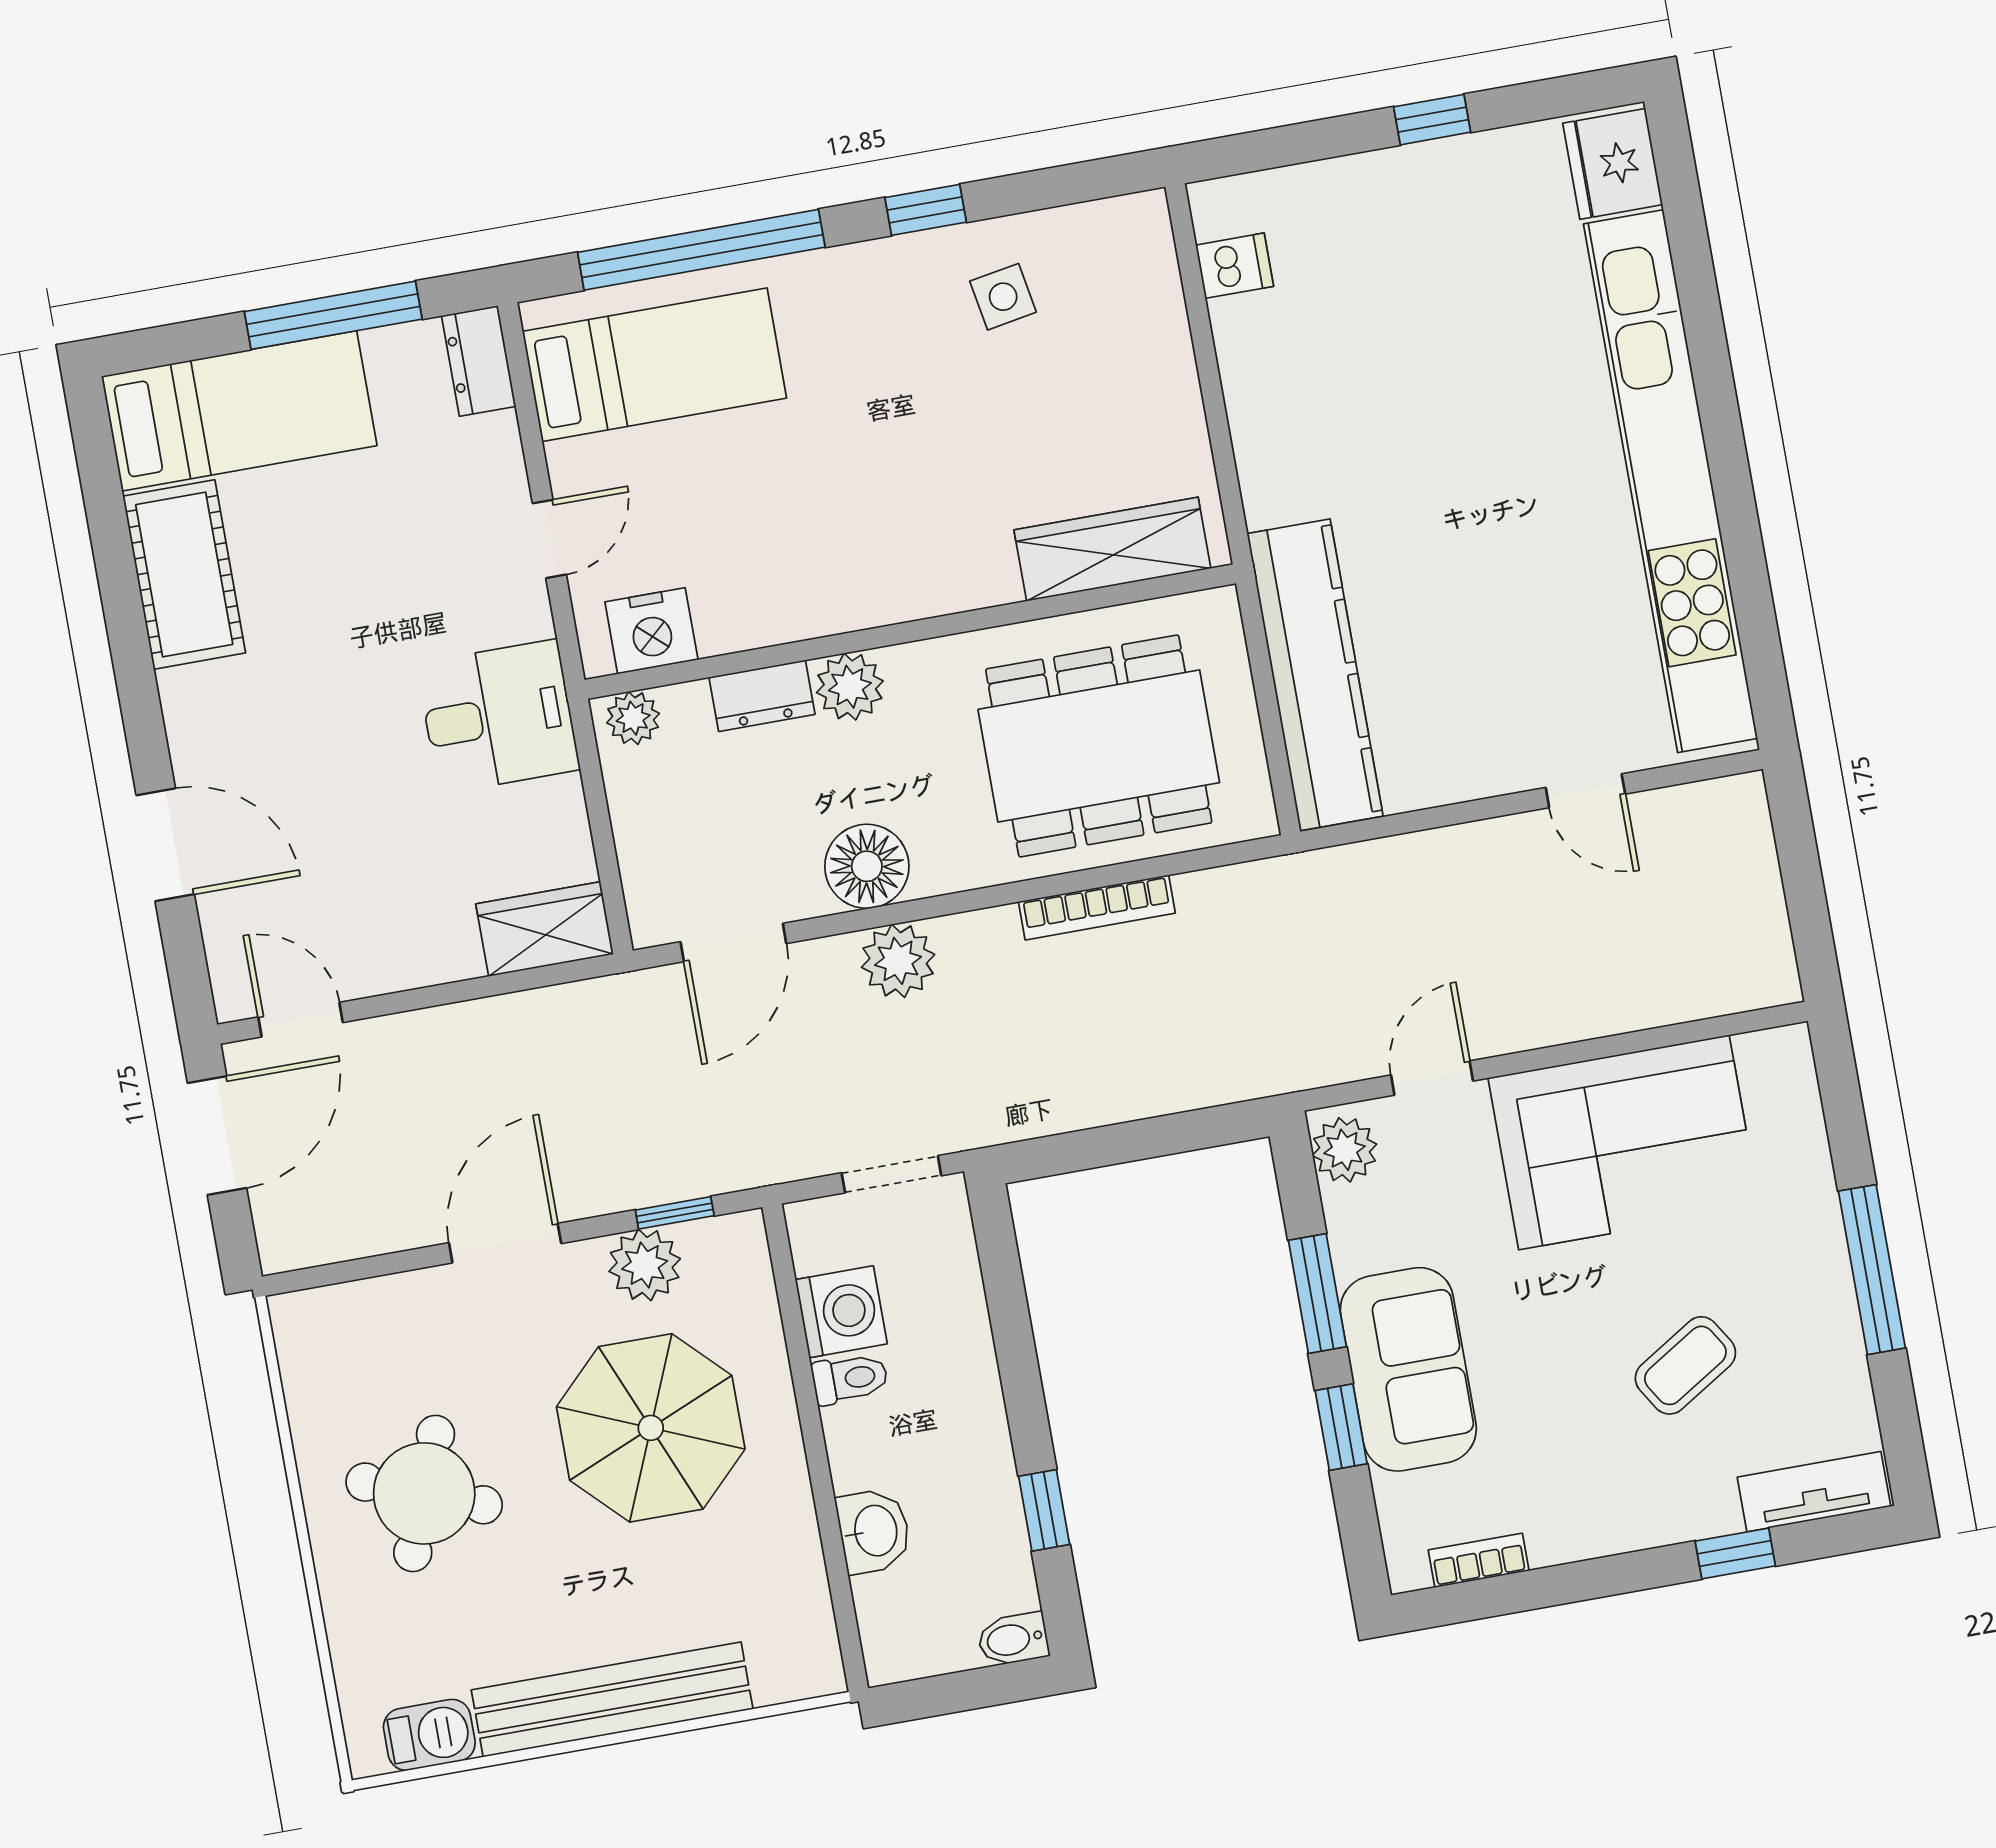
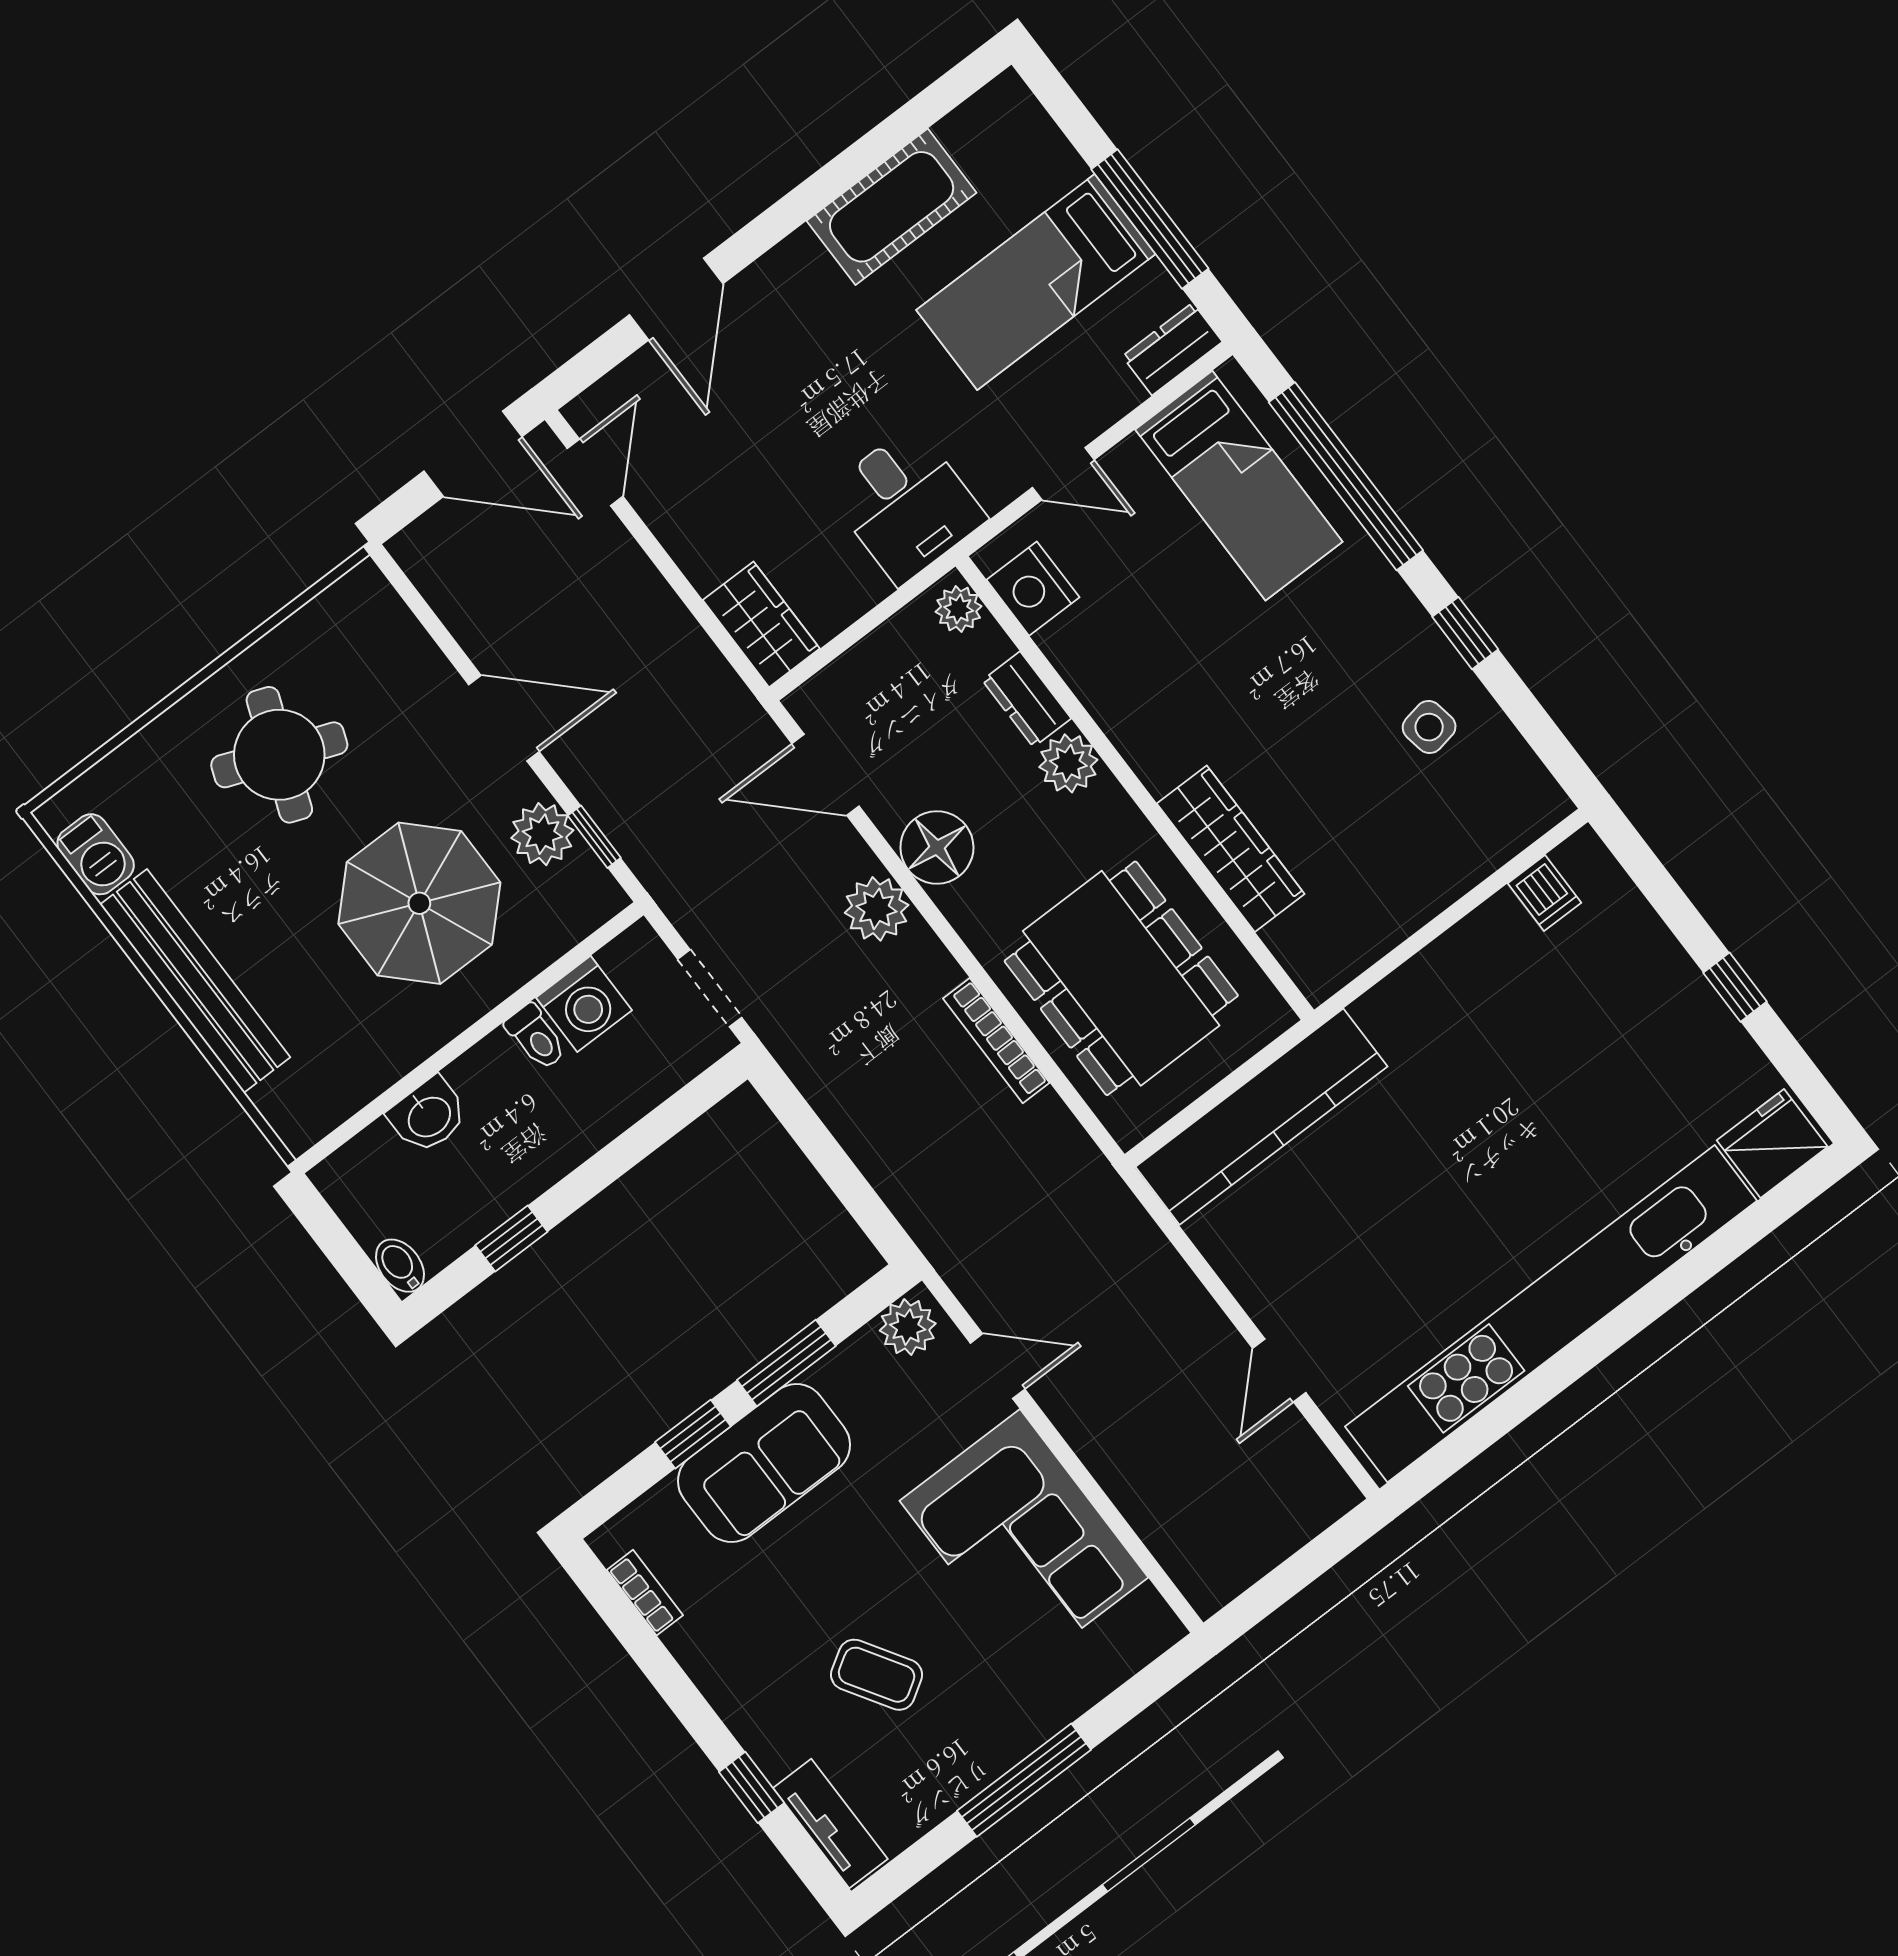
bed: (239, 411) -> (1036, 282), moved, turned 90
wardrobe: (1112, 549) -> (1231, 849), moved

